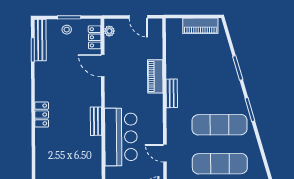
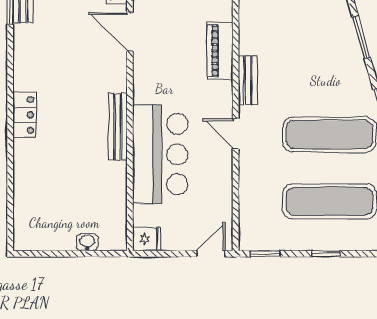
bench: (96, 121) -> (118, 127), width x1.36
door: (165, 153) -> (236, 134), moved

